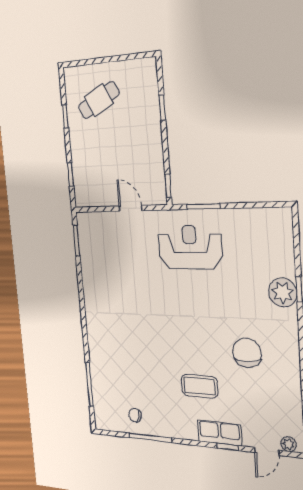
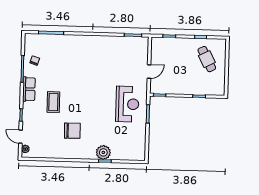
row of seats: (220, 433) -> (29, 89), moved

